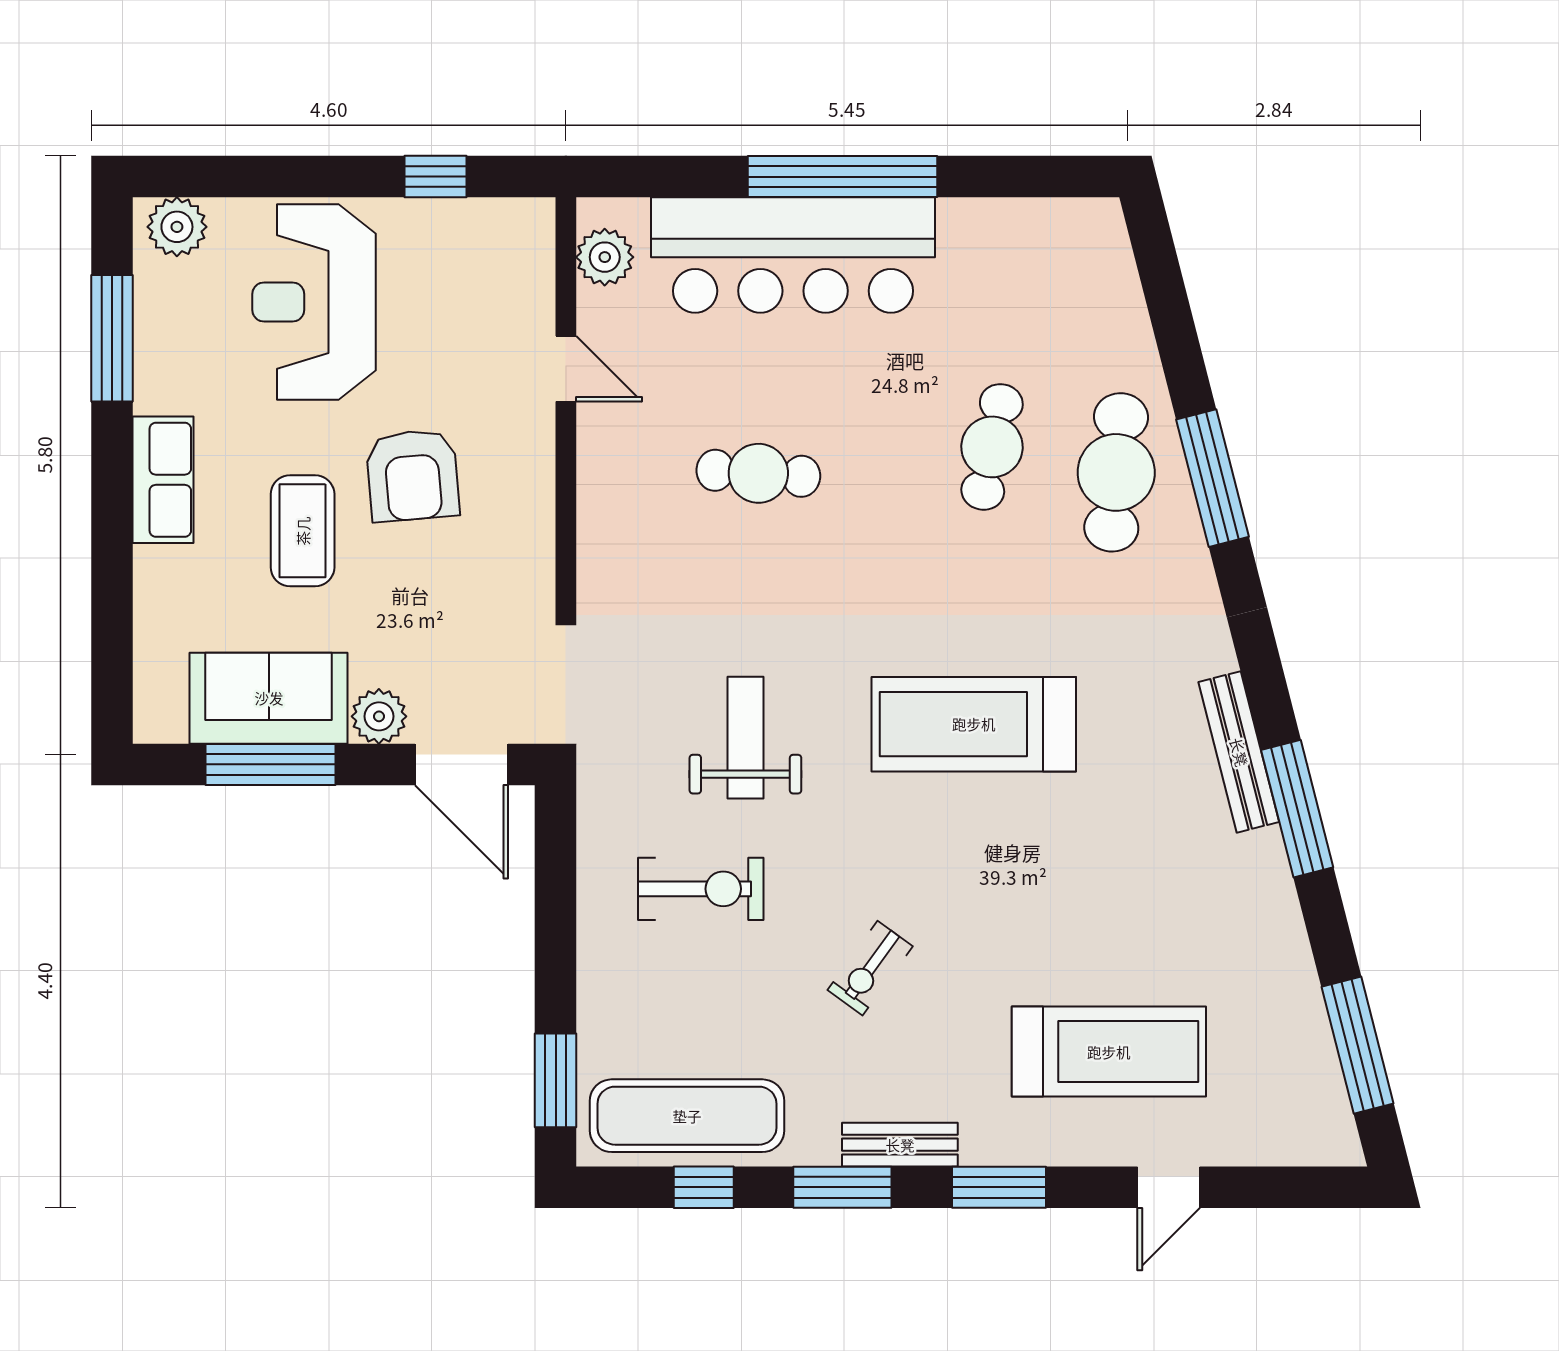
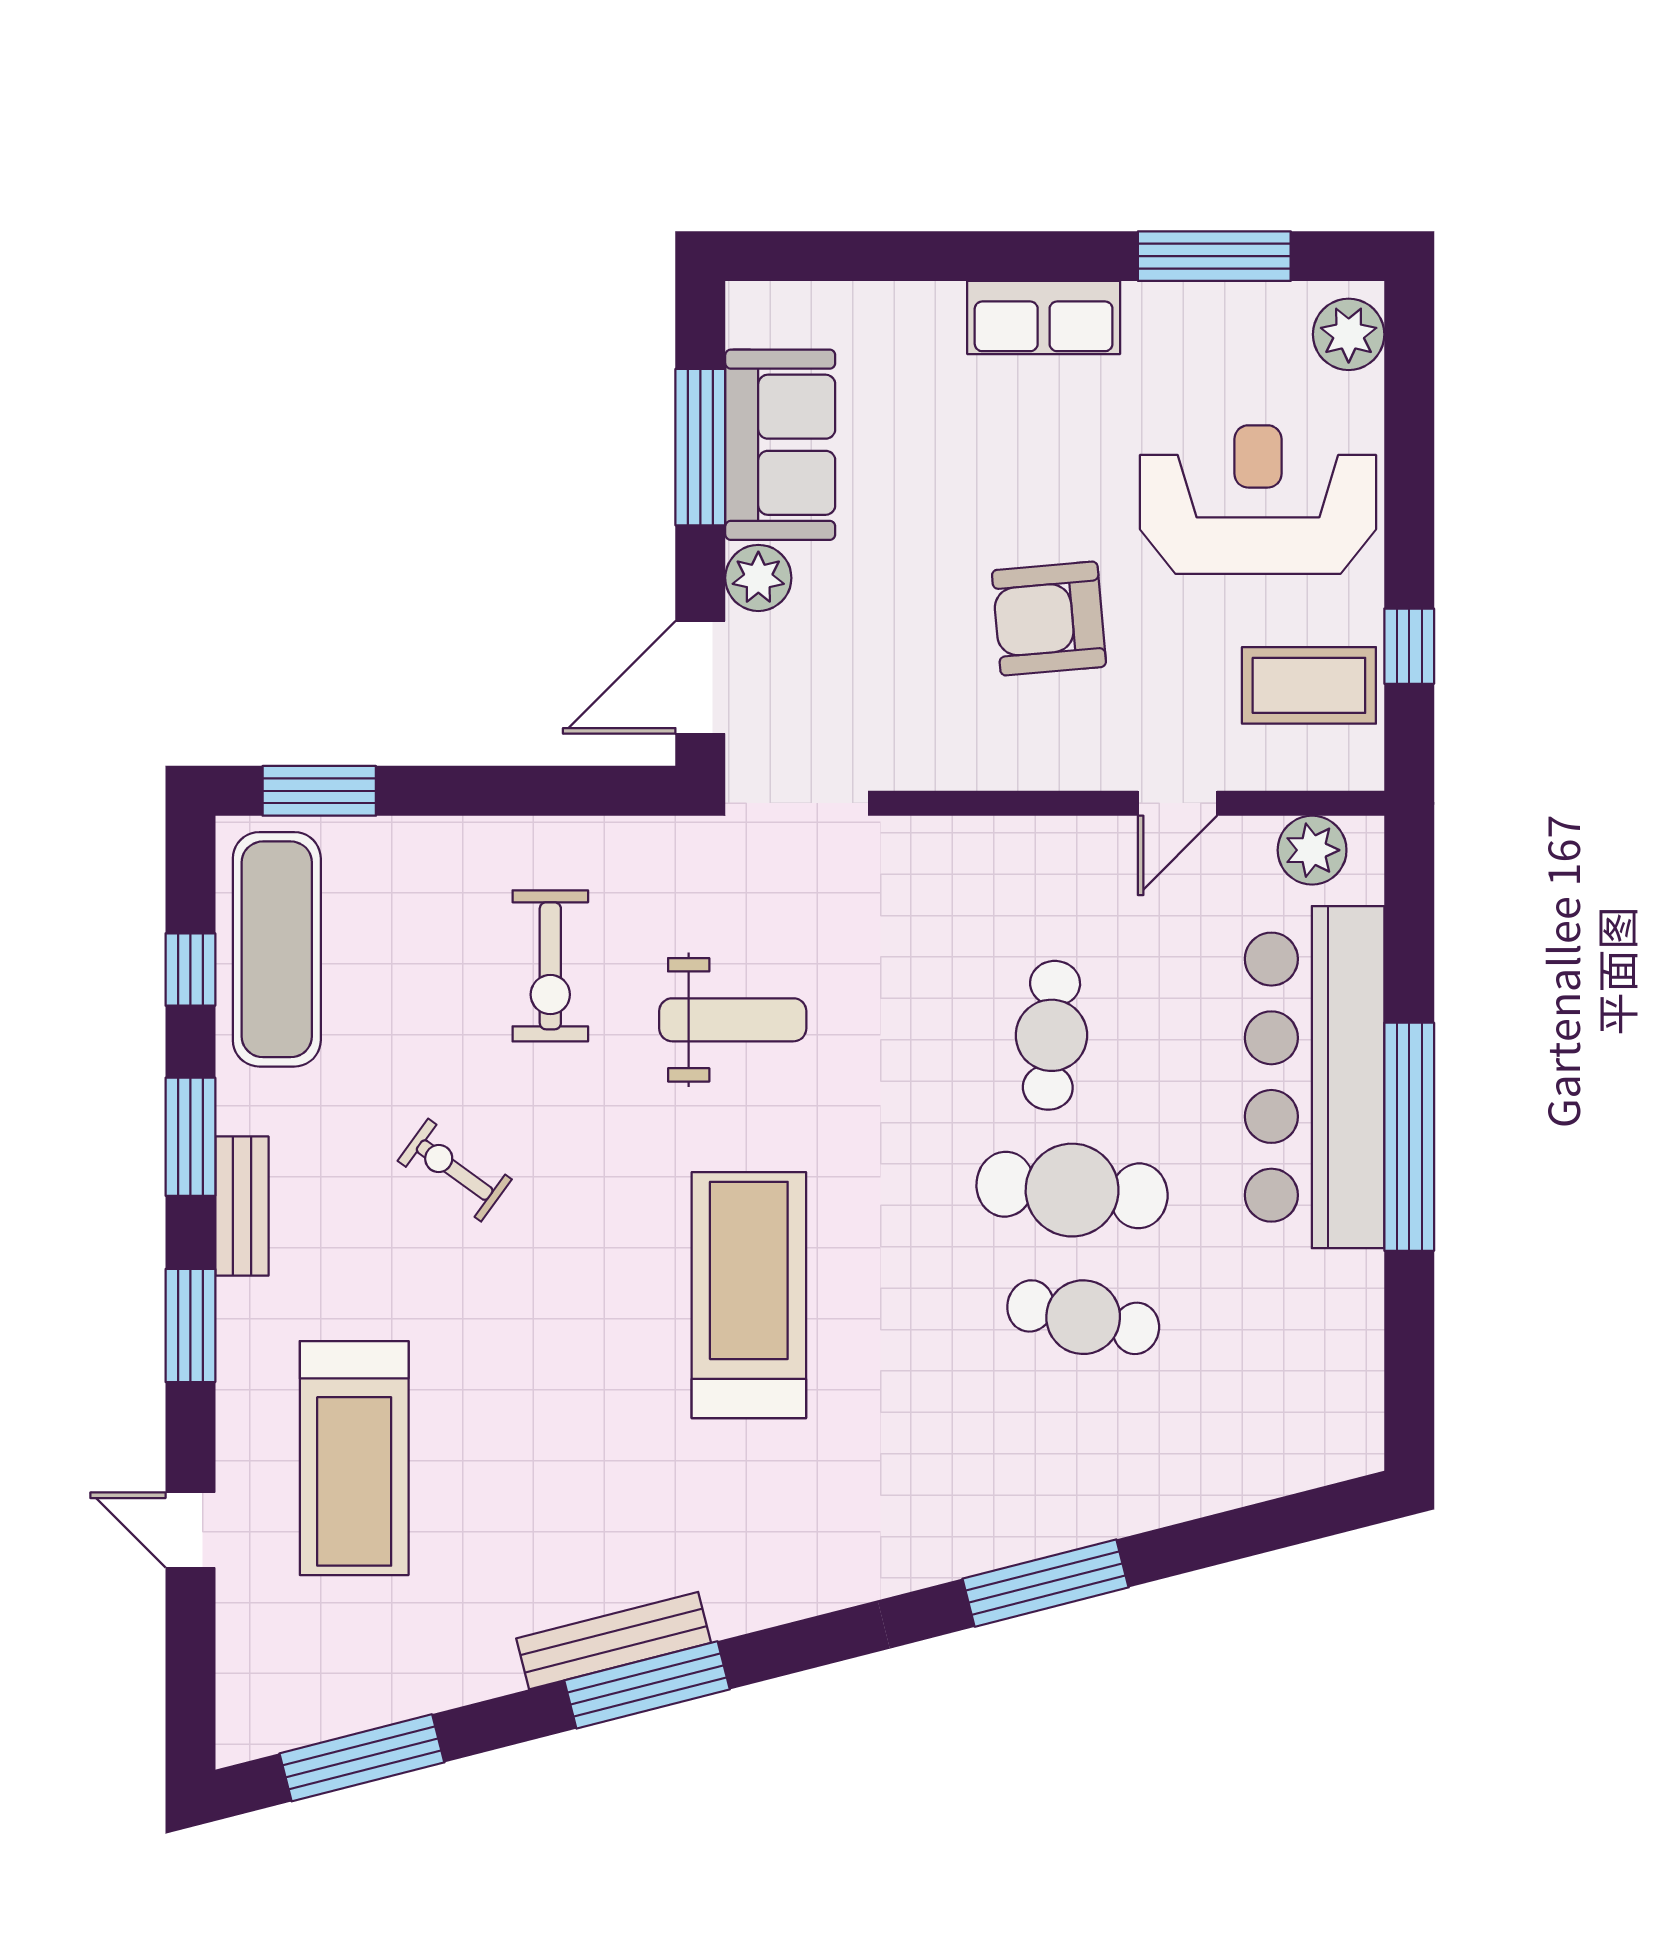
cafe table: (1116, 472) -> (1072, 1190), moved
coffee table: (303, 531) -> (1309, 685), moved
bench: (1239, 752) -> (614, 1641), moved

